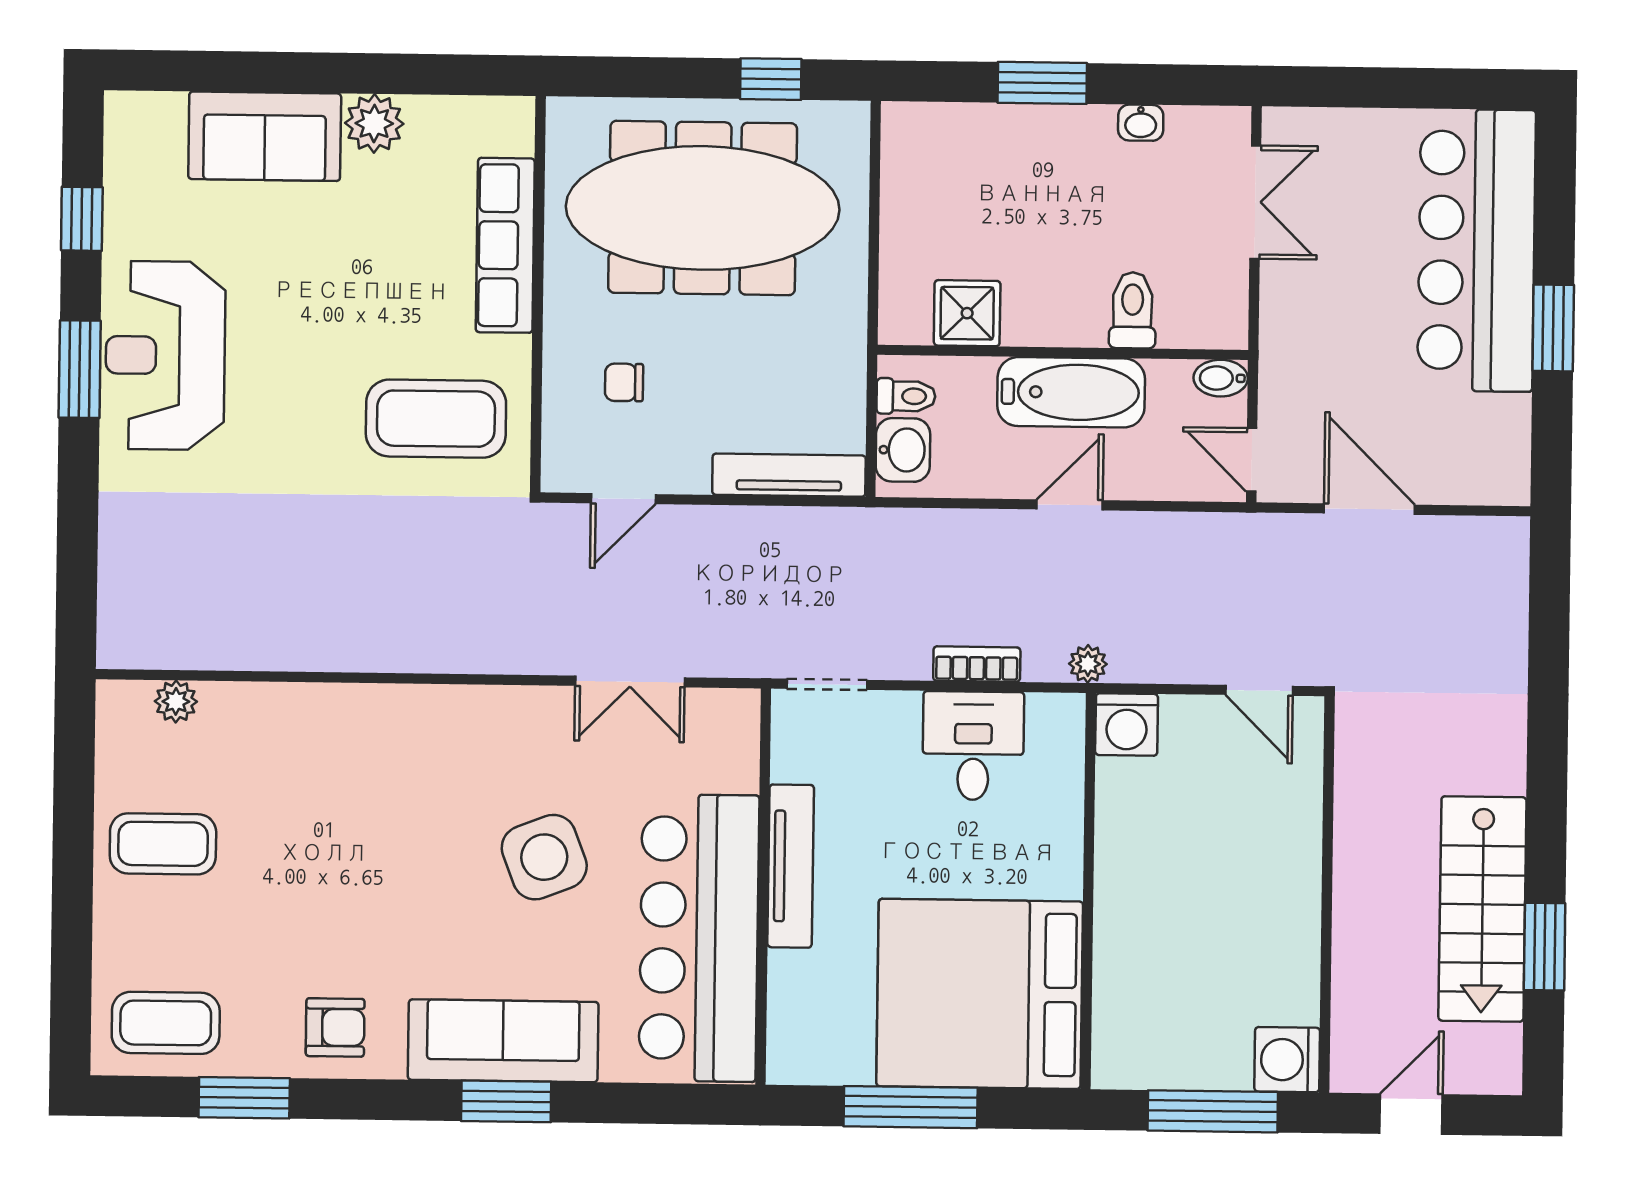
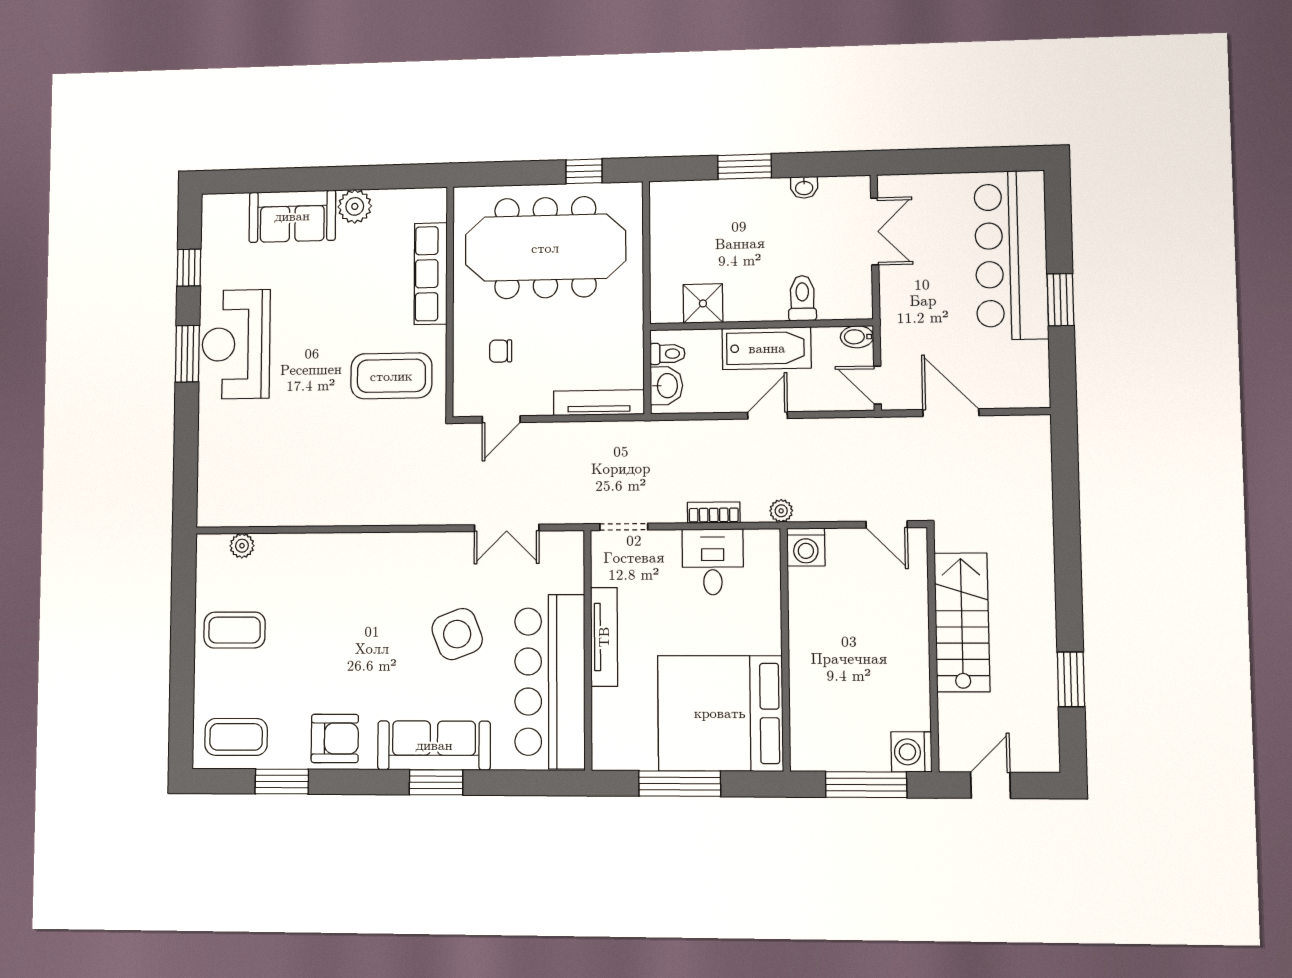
stairs: (1482, 909) -> (962, 622), moved, turned 180
armchair: (335, 1027) -> (335, 738), width x1.38, depth x1.38

